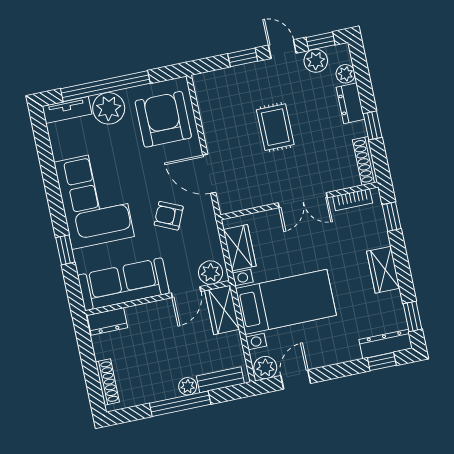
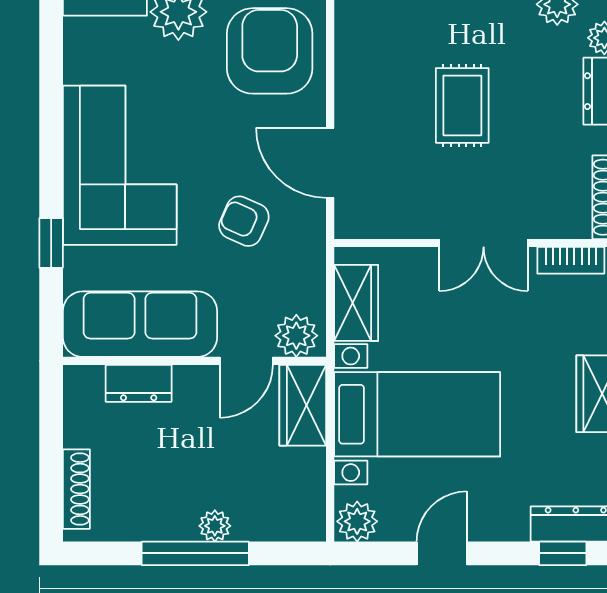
dresser: (107, 321) -> (139, 383), moved
bench: (220, 380) -> (274, 526), removed
door: (296, 380) -> (442, 553), moved

